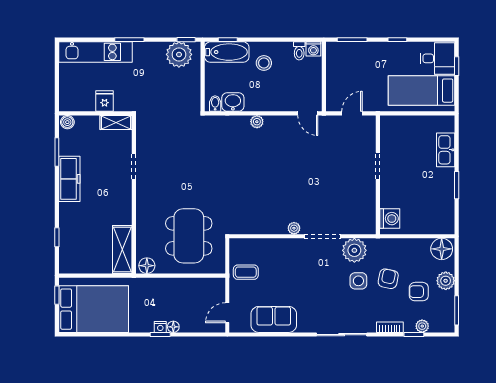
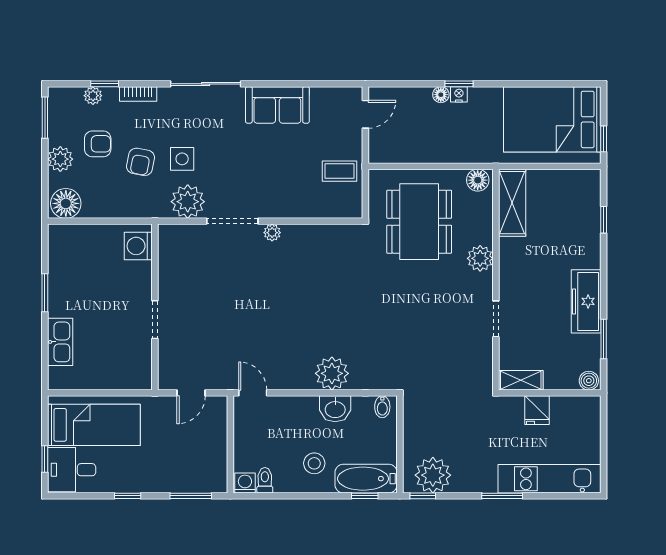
washbasin: (233, 102) -> (335, 409), moved
plant: (257, 122) -> (332, 373), width x1.88, depth x1.88
plant: (145, 210) -> (480, 258), added
sofa: (274, 319) -> (277, 105), moved

